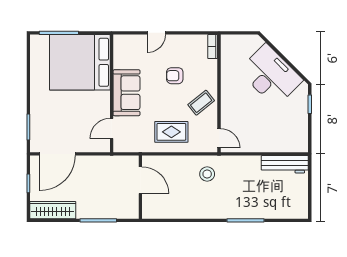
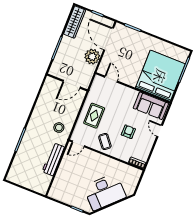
sofa: (126, 93) -> (151, 106), moved
workbench: (285, 164) -> (53, 159), moved
plant: (91, 167) -> (92, 57), added

